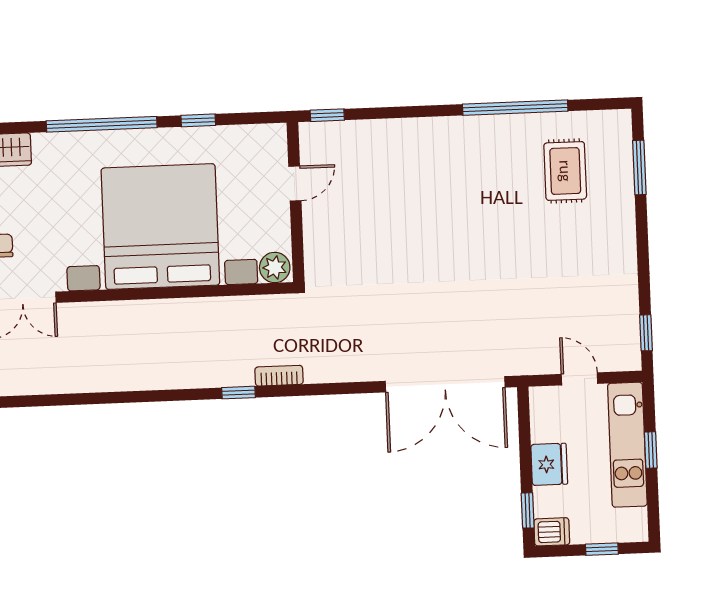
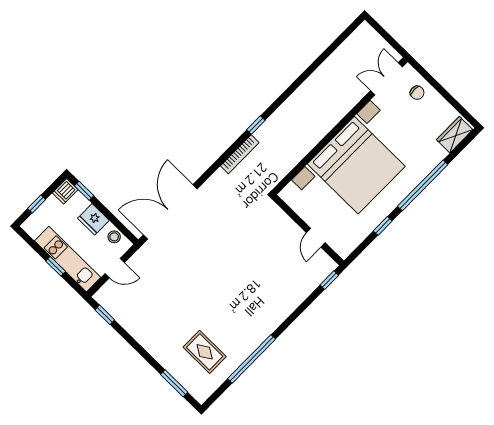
plant: (275, 267) -> (291, 193), removed
bookcase: (279, 376) -> (240, 154), width x1.56
stool: (544, 418) -> (114, 237), added

